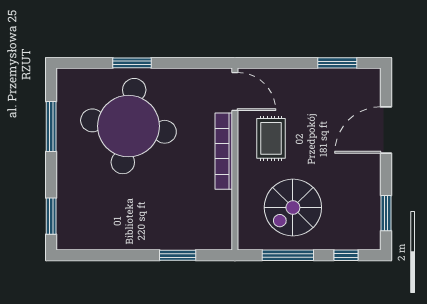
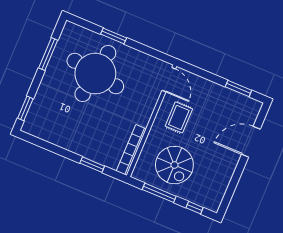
bookcase: (224, 151) -> (131, 150), moved
spiral stairs: (293, 207) -> (174, 165), turned -90
window: (386, 213) -> (230, 192), removed

